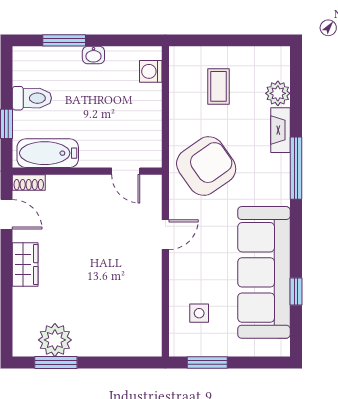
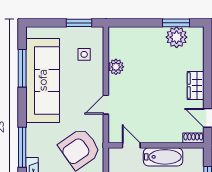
bathtub: (48, 153) -> (163, 157), moved
window: (296, 292) -> (22, 68), width x2.17
plant: (149, 294) -> (116, 67), added

